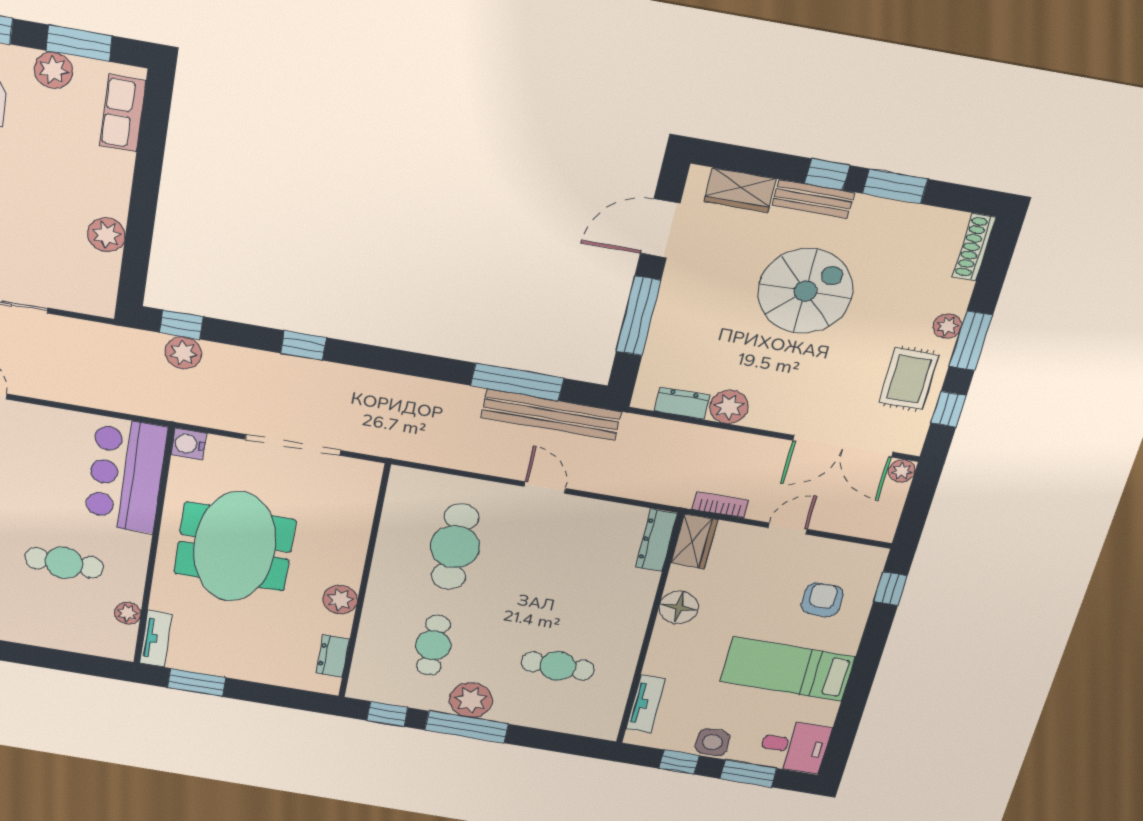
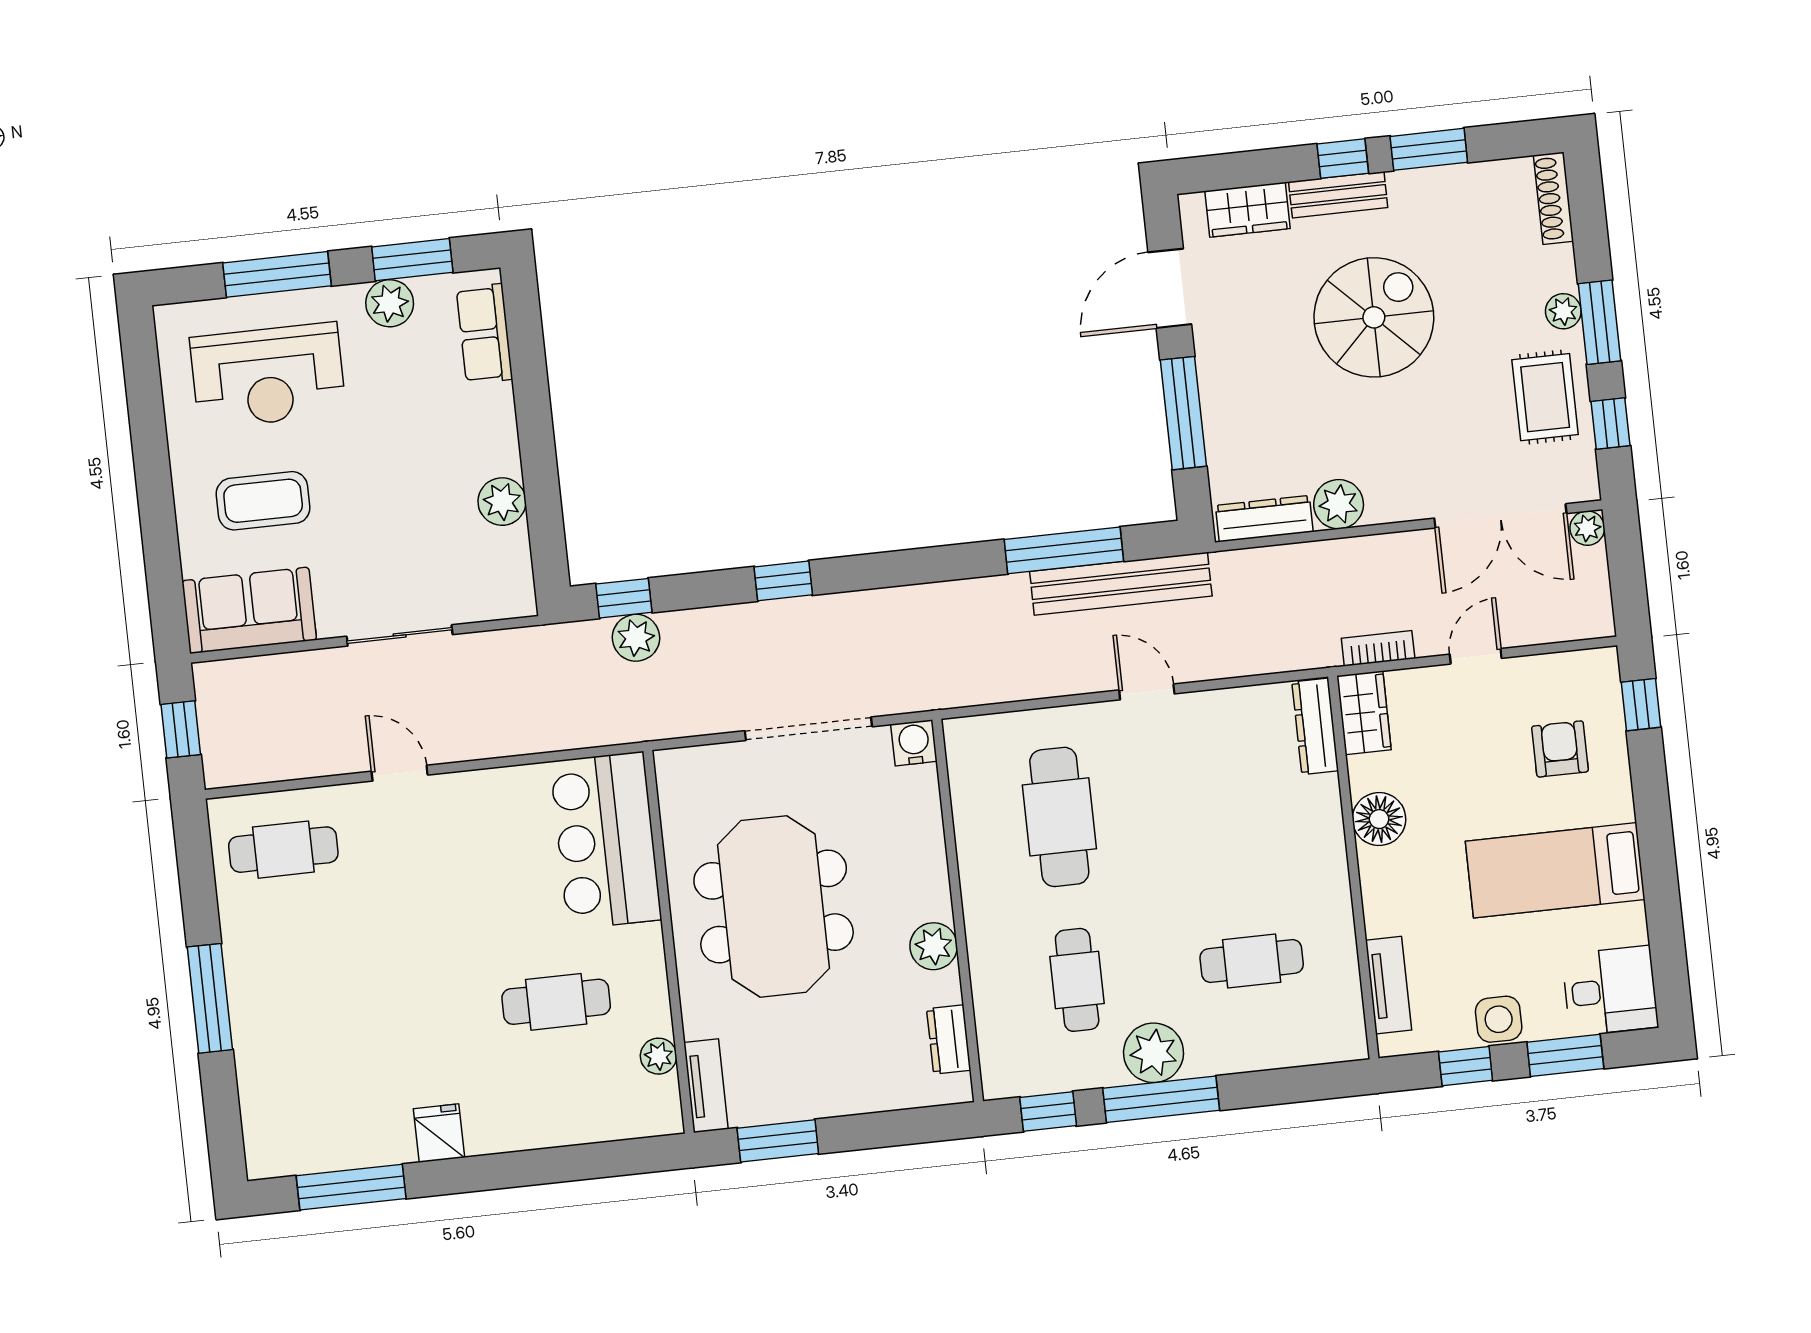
dresser: (682, 403) -> (1264, 519), width x1.44
water cooler: (189, 444) -> (914, 743), moved, turned 90

